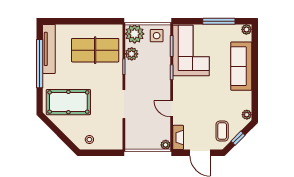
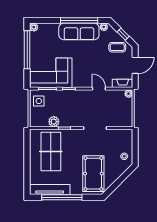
window: (219, 21) -> (27, 50), width x1.46
plant: (135, 34) -> (37, 119), removed
sofa: (241, 66) -> (79, 31), moved
window: (255, 85) -> (79, 20), added
door: (172, 109) -> (99, 89), swing flipped

